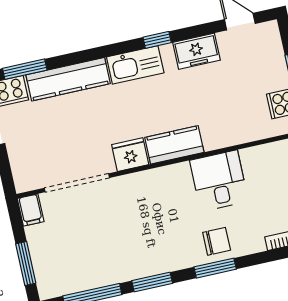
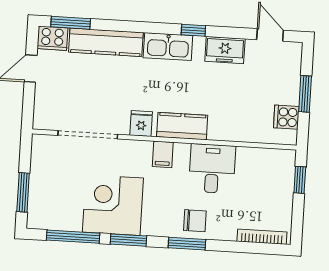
fridge: (130, 155) -> (141, 123), width x0.72
filing cabinet: (31, 210) -> (163, 154), moved
corner desk: (125, 250) -> (113, 205), added

